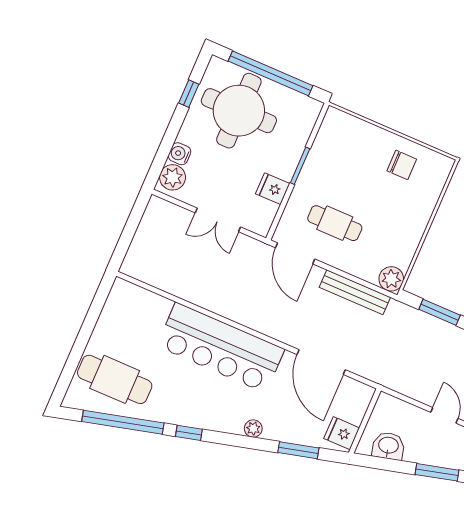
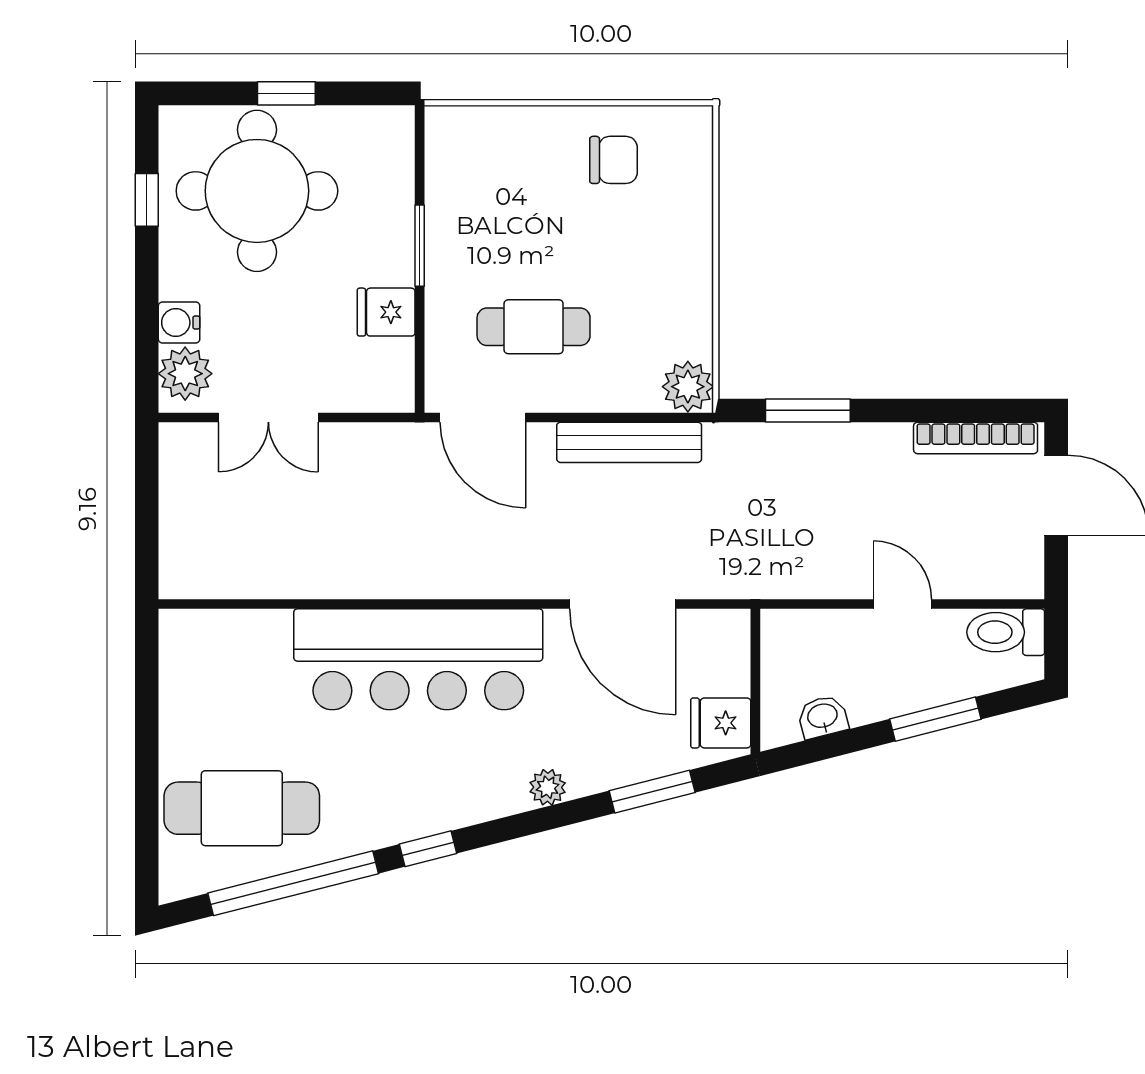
window: (270, 73) -> (286, 93), width x0.32
double door: (218, 220) -> (268, 417), moved
washbasin: (388, 446) -> (823, 717), width x0.72, depth x0.69

